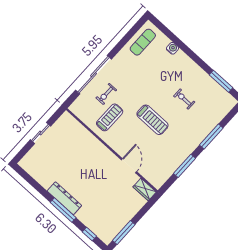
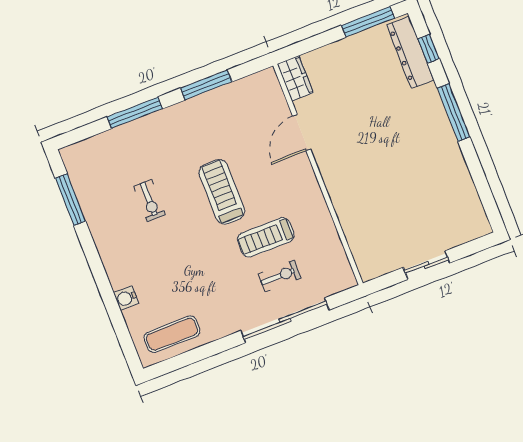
treadmill: (110, 117) -> (266, 237), moved
dresser: (64, 198) -> (410, 52), moved

